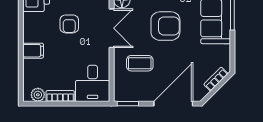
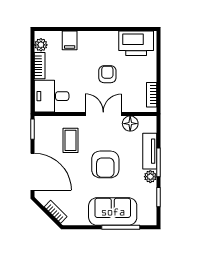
armchair: (69, 24) -> (107, 74), turned 90
double door: (112, 28) -> (103, 114), swing flipped
filing cabinet: (33, 51) -> (70, 40), moved

